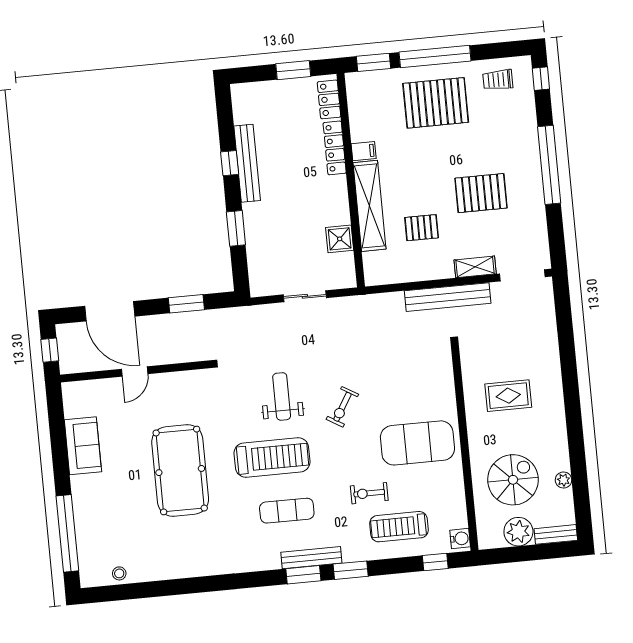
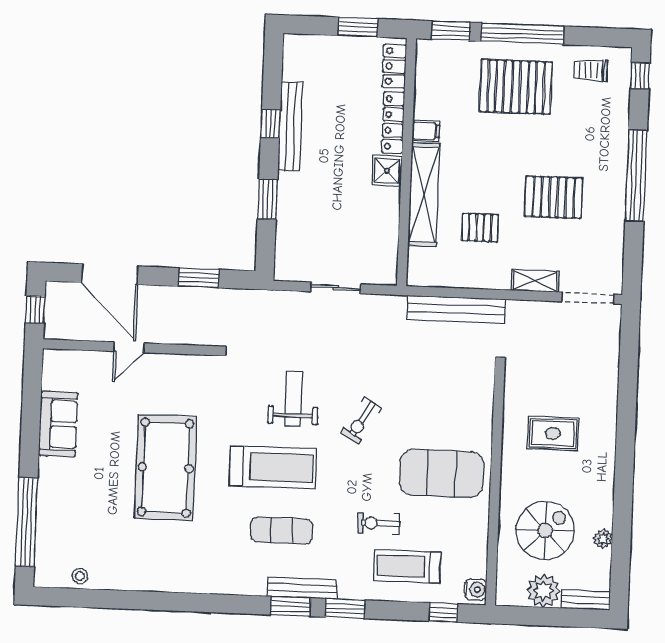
shower: (340, 239) -> (387, 171), moved
bench: (448, 297) -> (456, 309), moved

